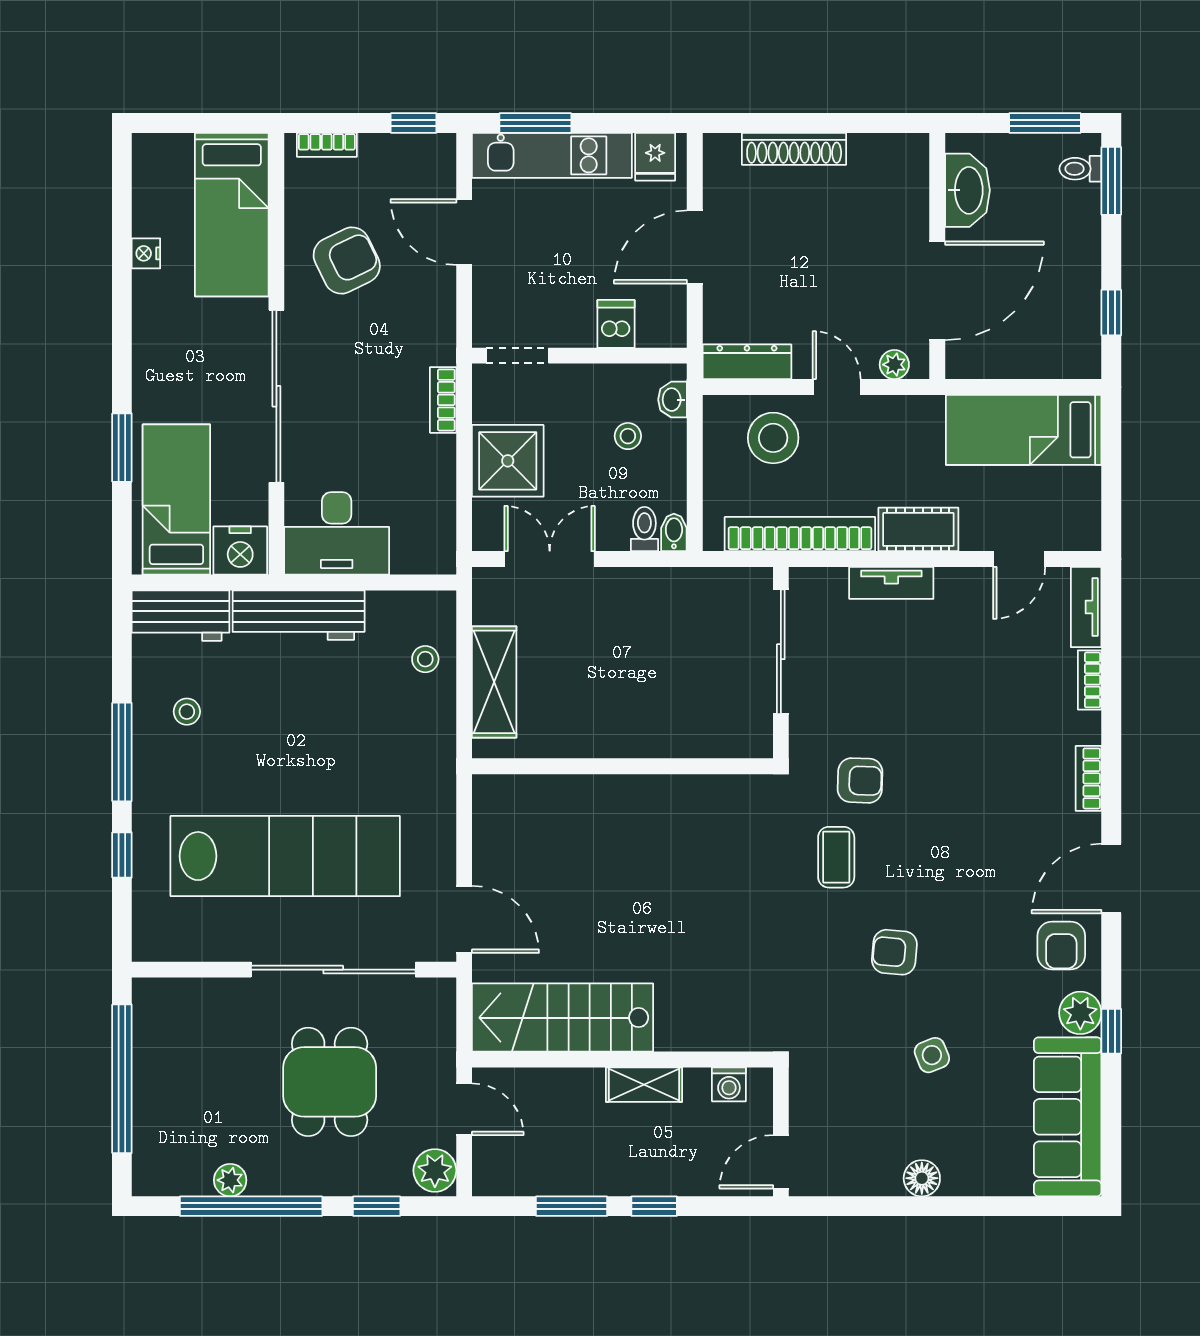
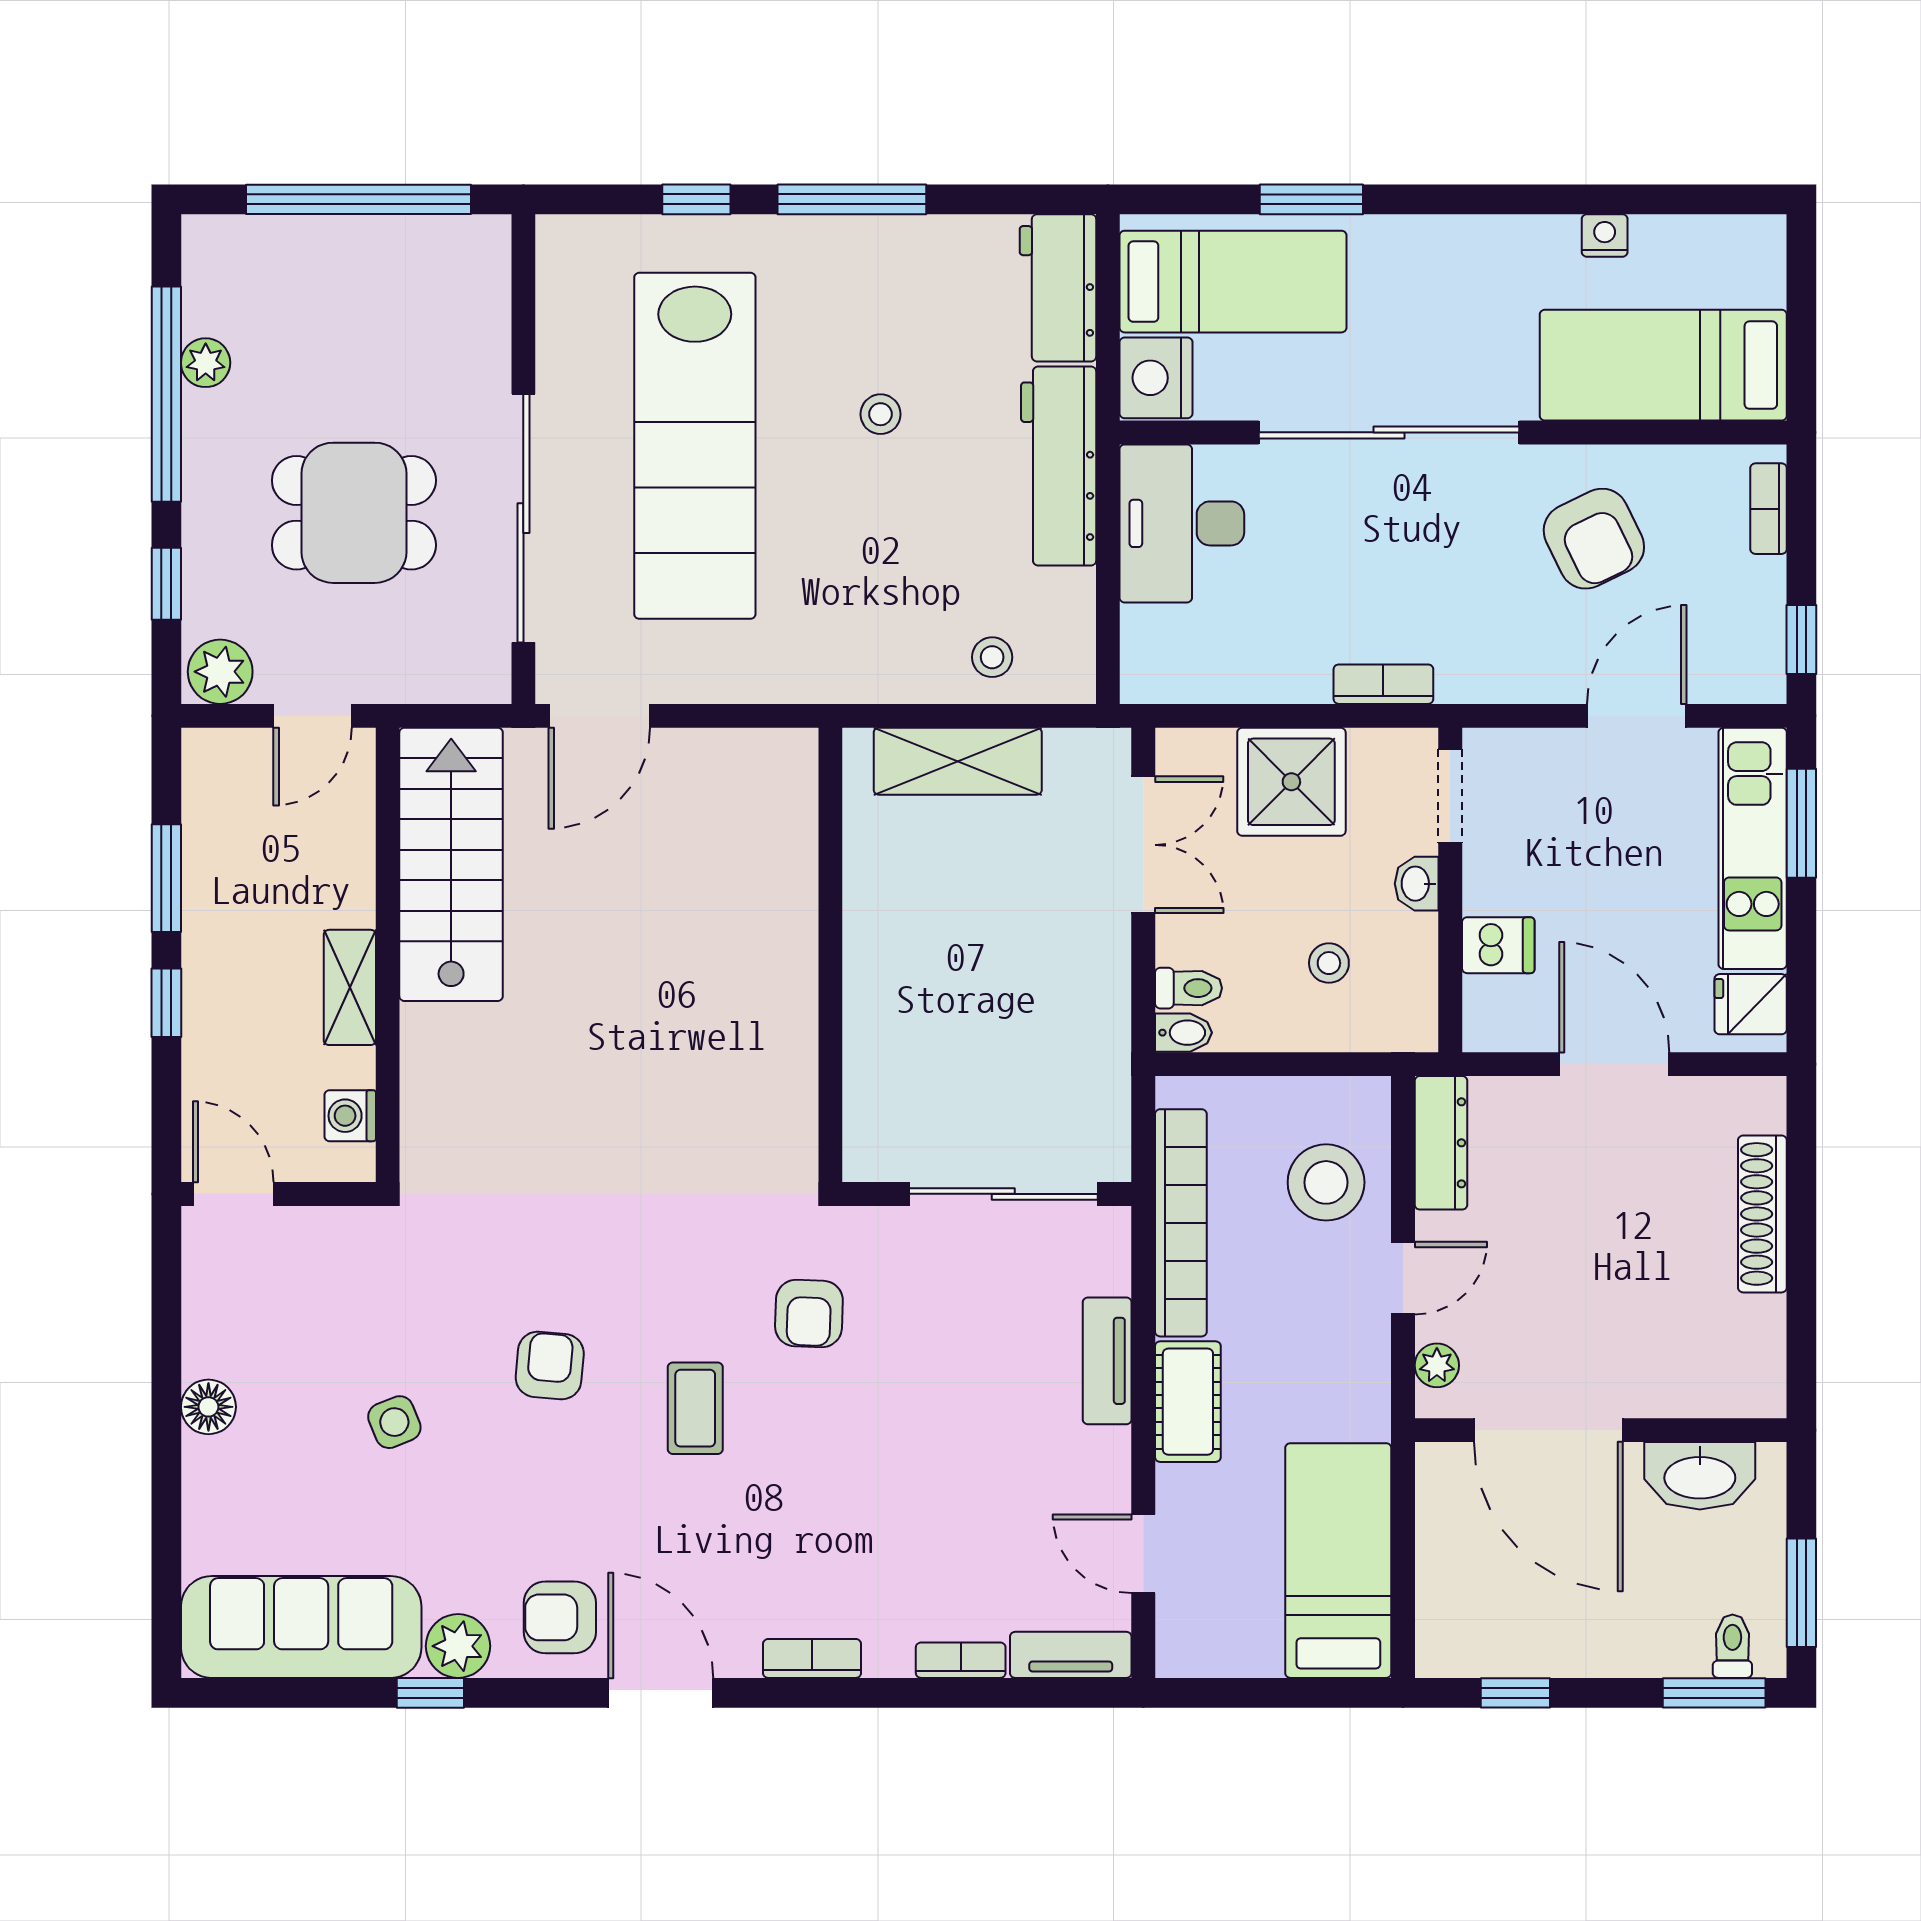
washbasin: (673, 400) -> (1417, 884), moved, turned -90
stool: (187, 712) -> (881, 414), moved
coffee table: (836, 857) -> (695, 1408), moved, turned 90

